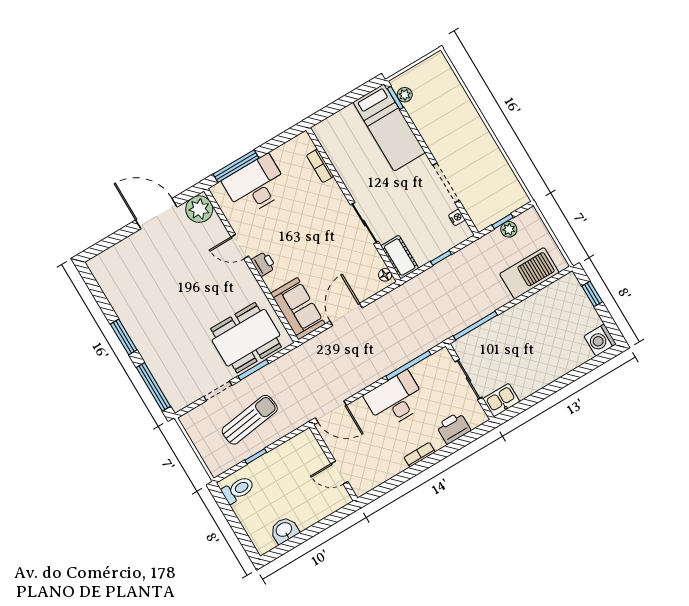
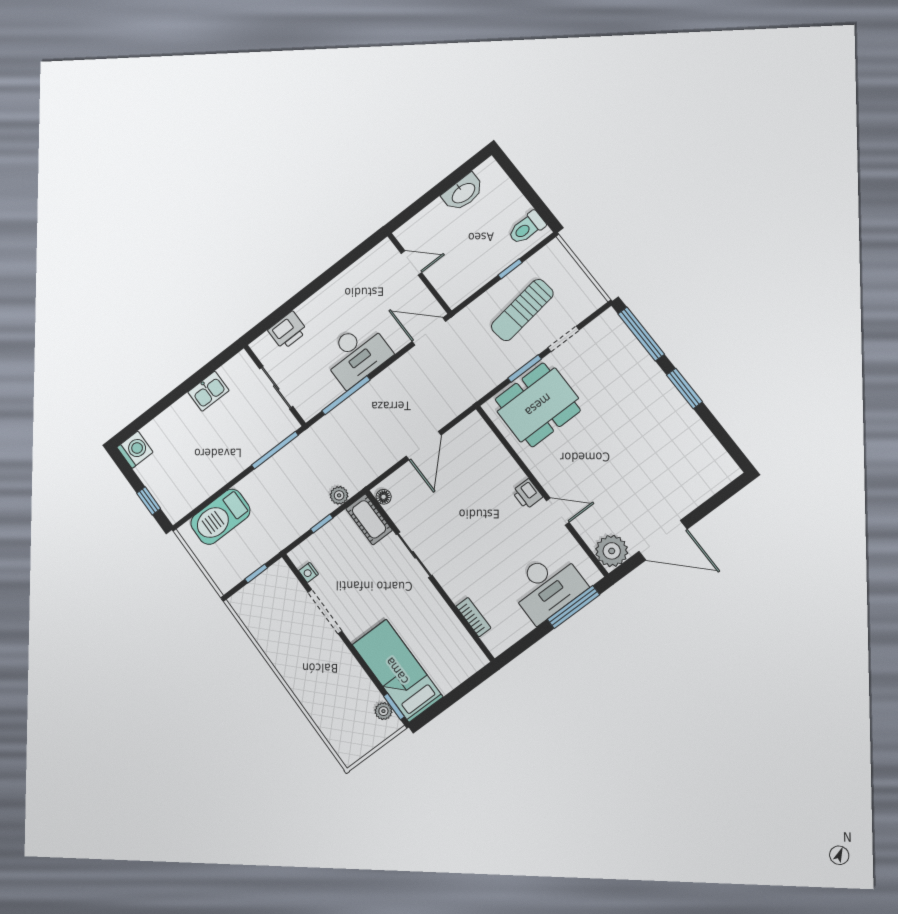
plant: (509, 229) -> (339, 495), moved
sofa: (298, 309) -> (481, 446), removed
kitchen sink: (501, 400) -> (208, 391), moved
bookcase: (420, 455) -> (322, 295), removed
washbasin: (284, 530) -> (463, 193), width x1.38

